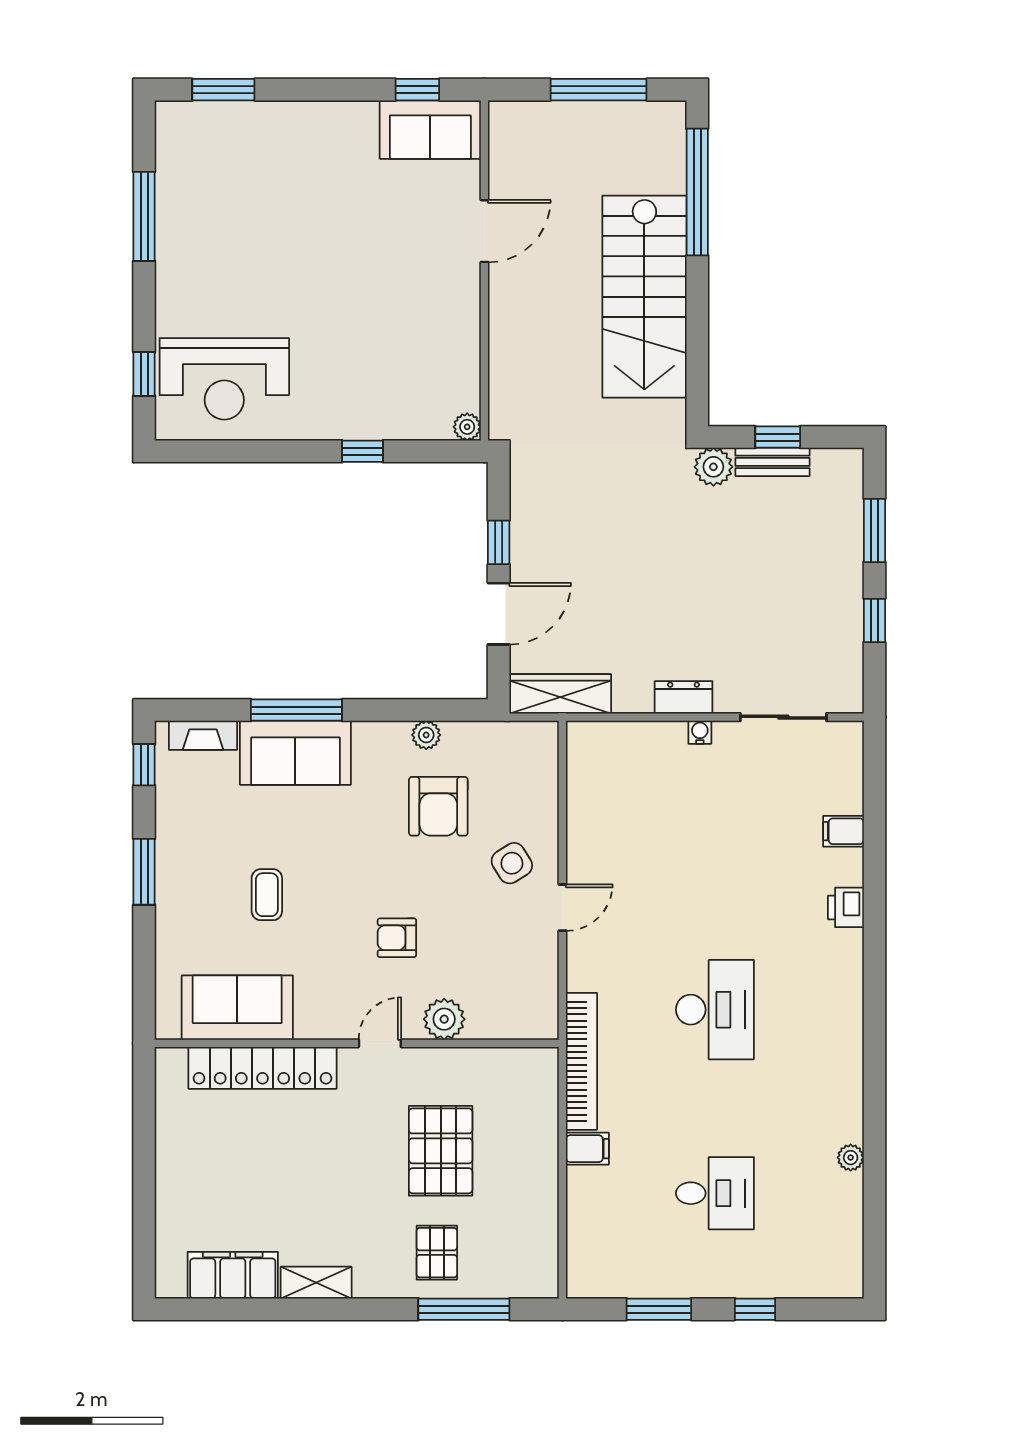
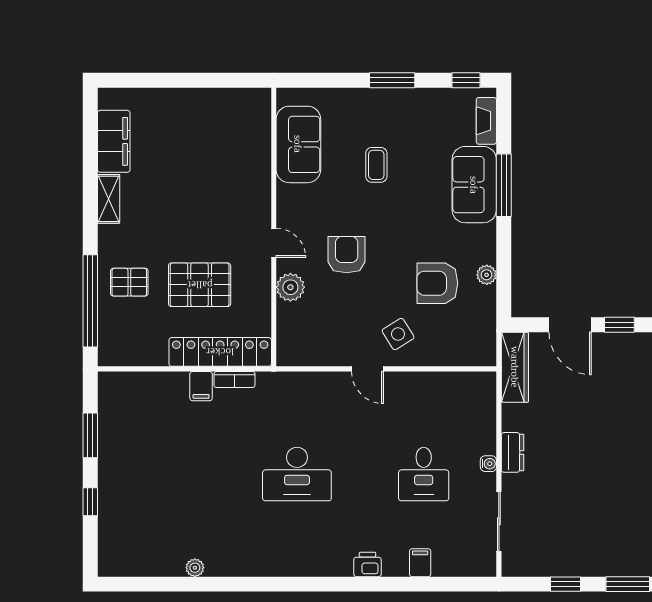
coffee table: (267, 895) -> (376, 165), turned 90
armchair: (397, 938) -> (347, 255), width x1.38, depth x1.38
bookcase: (582, 1061) -> (234, 379), width x0.43, depth x0.76
locker: (262, 1068) -> (220, 352), moved, turned 90
desk: (715, 1193) -> (424, 474), moved
window: (464, 1309) -> (90, 301), width x1.46

